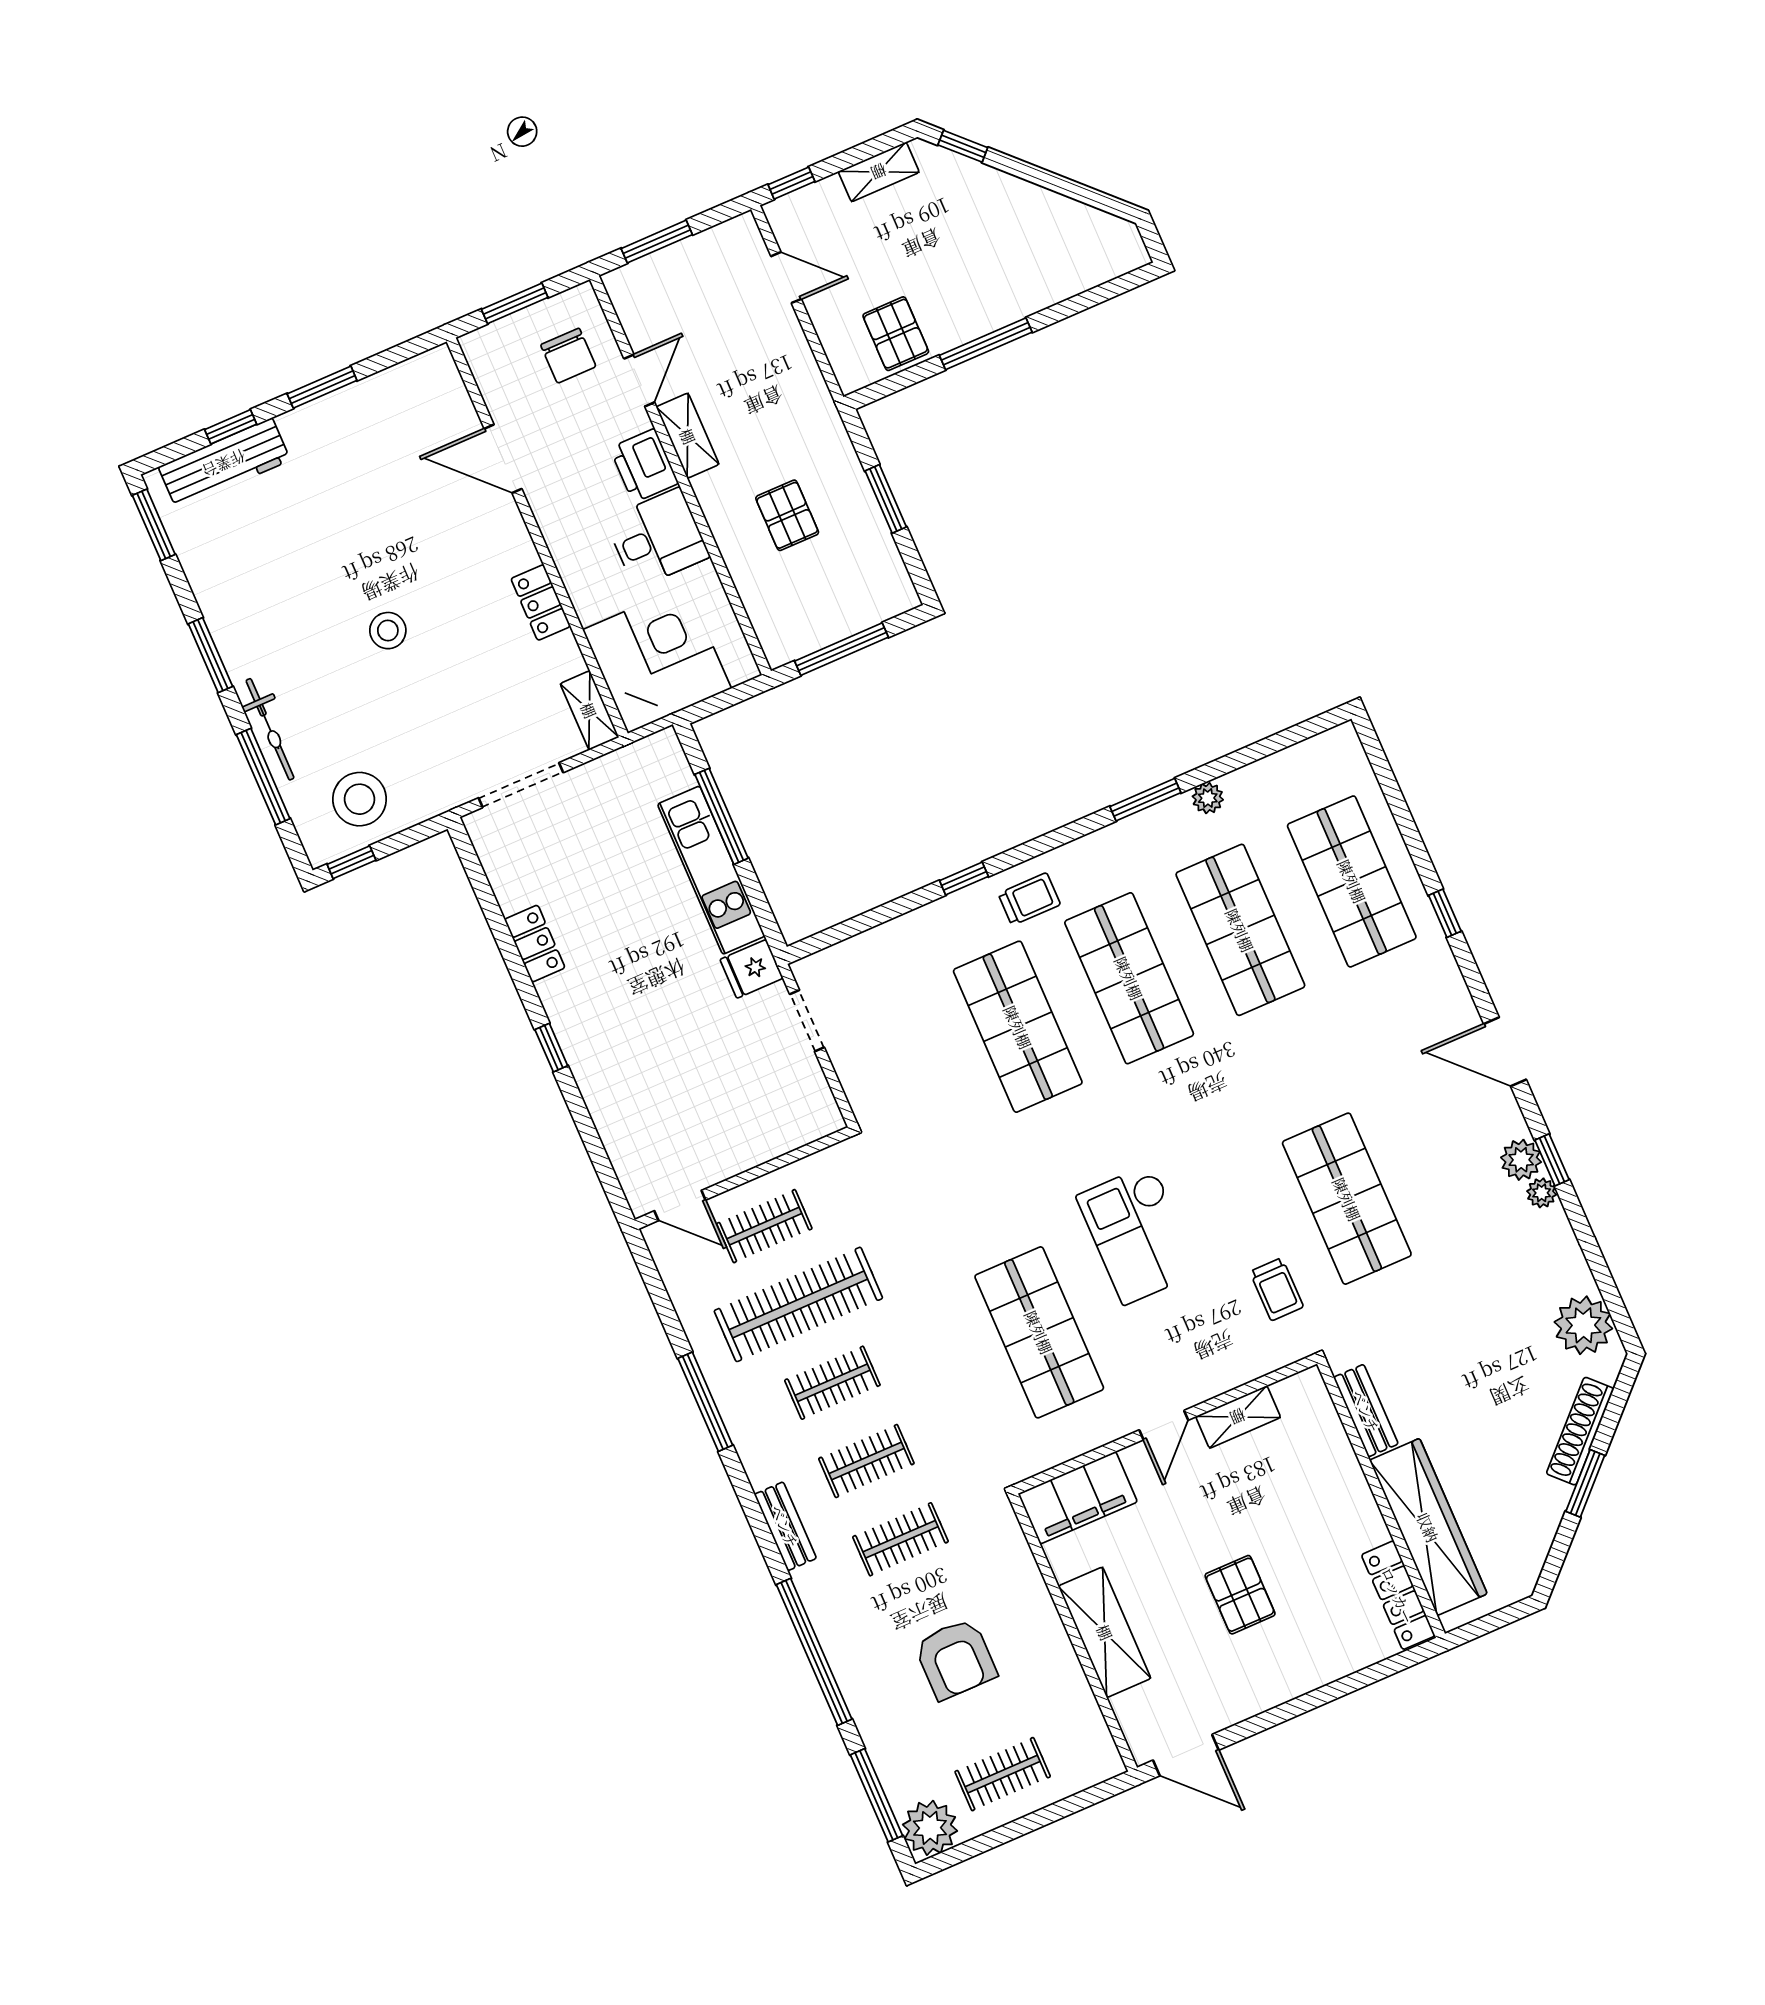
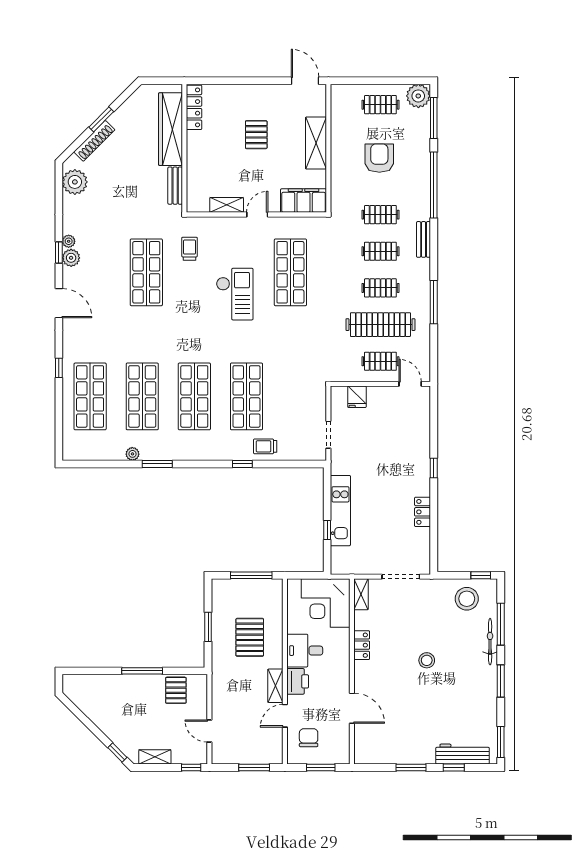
pallet: (787, 515) -> (250, 637), width x1.50, depth x1.42
window: (721, 816) -> (327, 530), width x0.46
trolley: (1029, 899) -> (265, 446), moved
fridge: (752, 969) -> (357, 397), moved, turned 90

